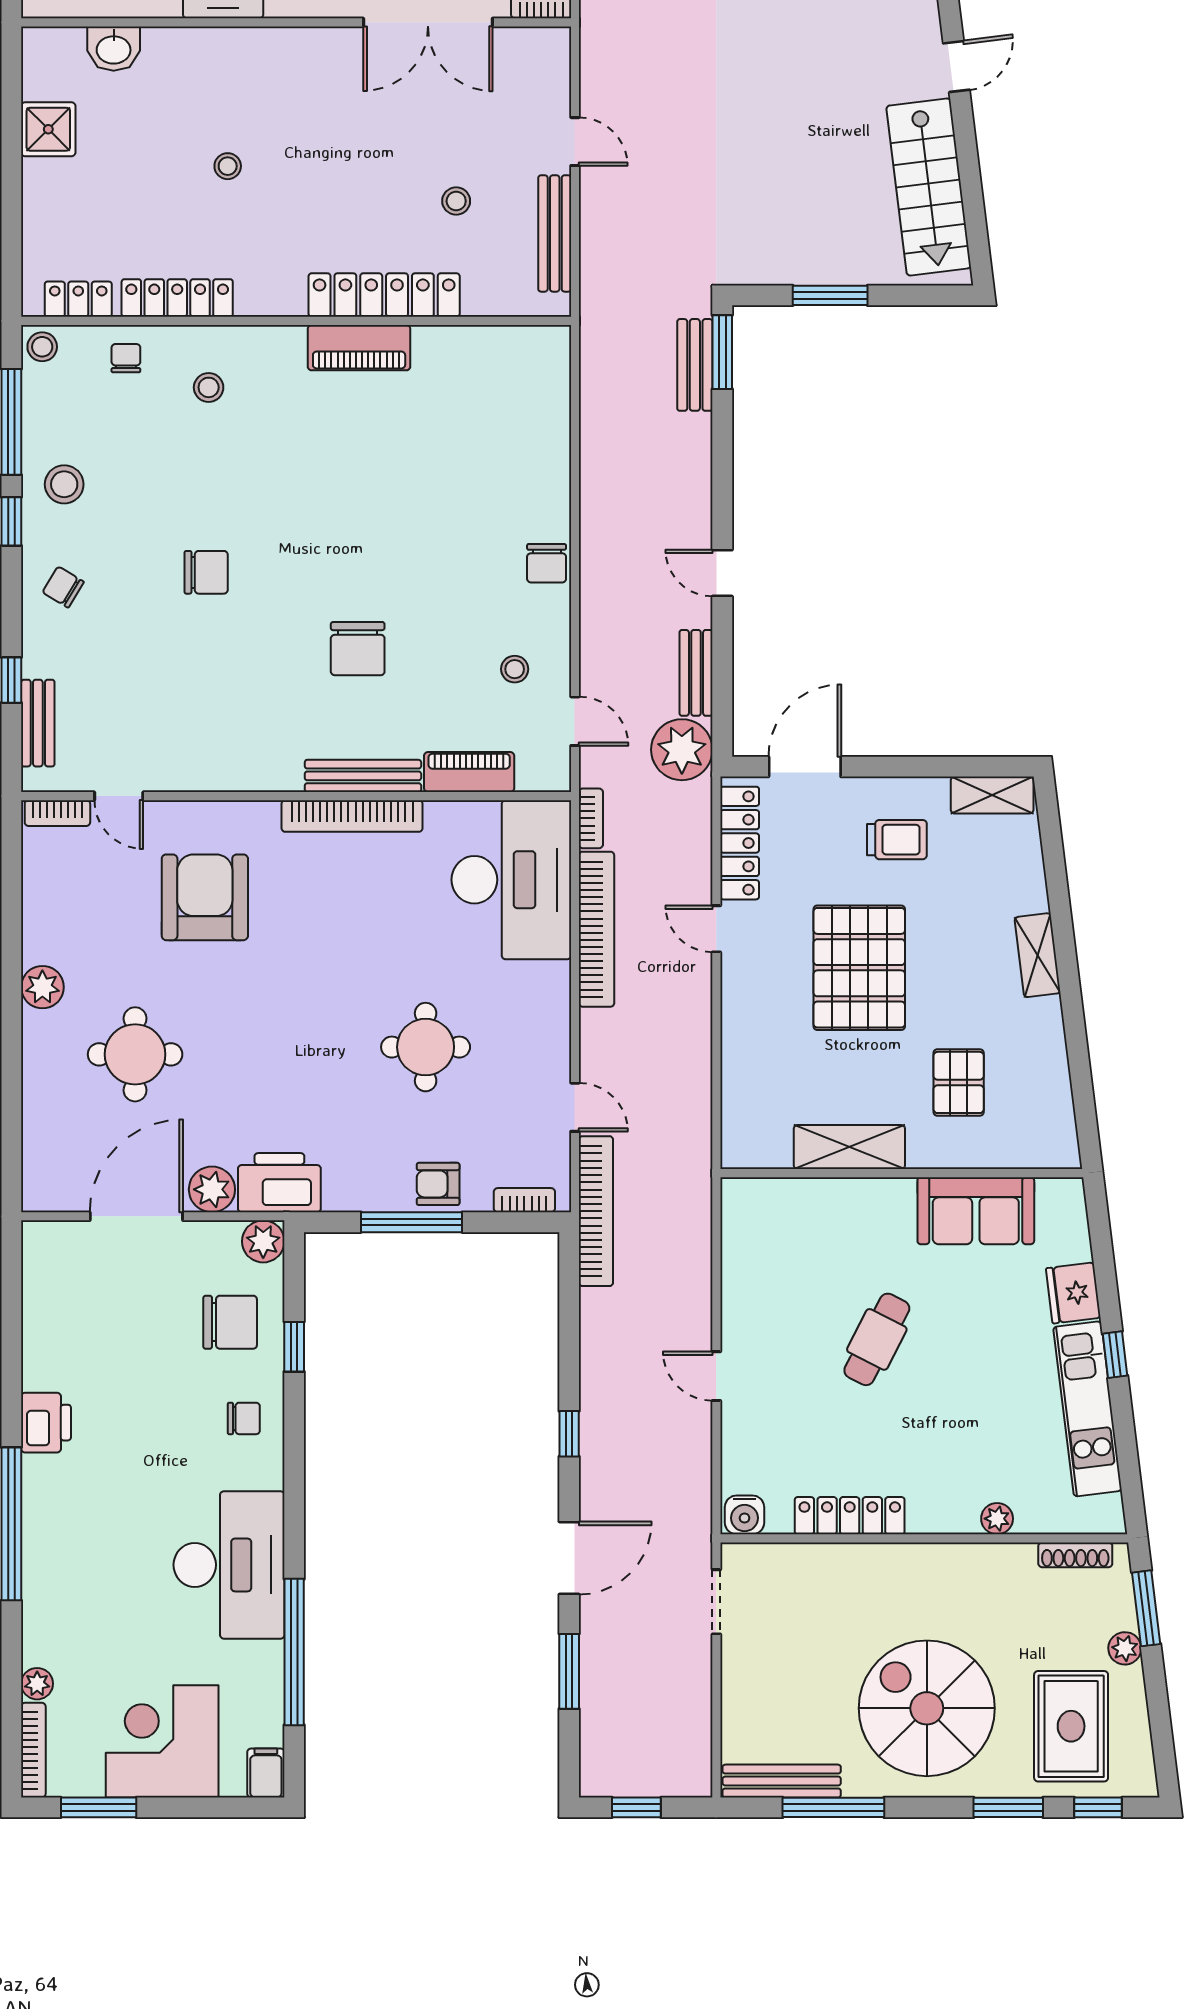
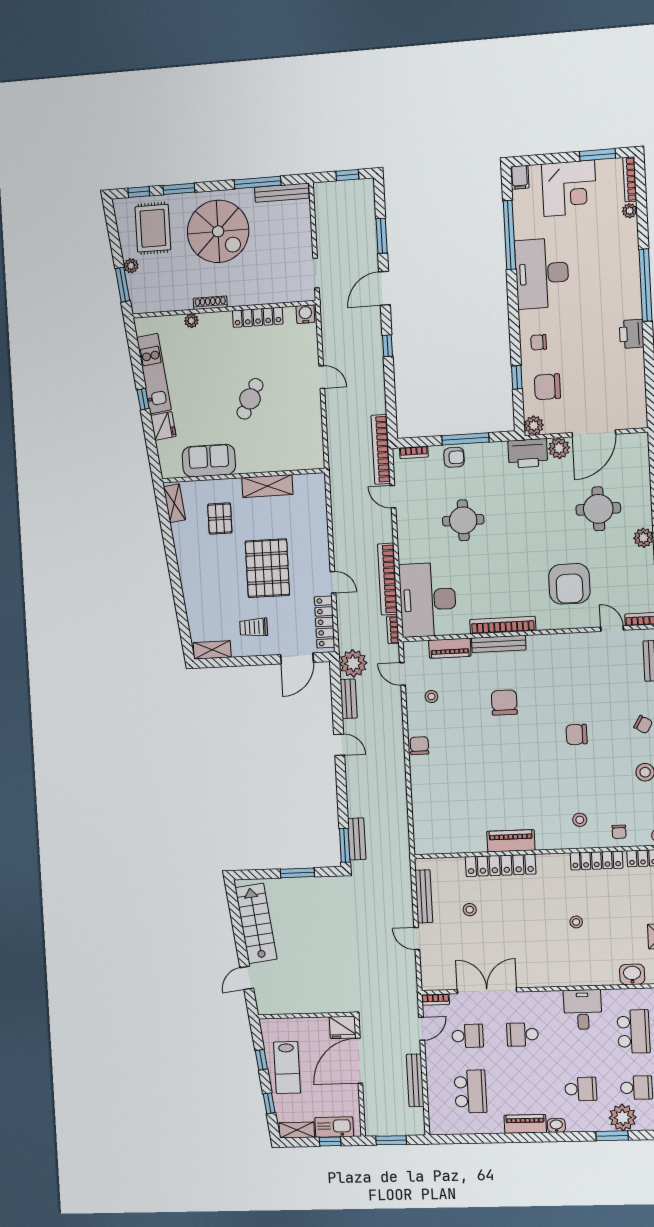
shelving: (1038, 955) -> (174, 503), moved
shoe rack: (1075, 1555) -> (210, 303), moved

